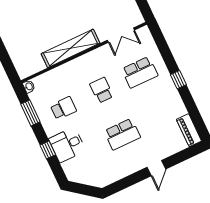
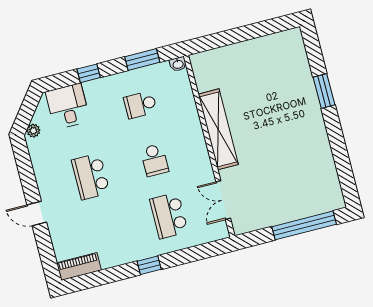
school desk: (102, 90) -> (155, 160), turned 90
school desk: (63, 108) -> (140, 105), turned 90
desk: (67, 145) -> (68, 106), moved
plant: (97, 182) -> (33, 131), added

